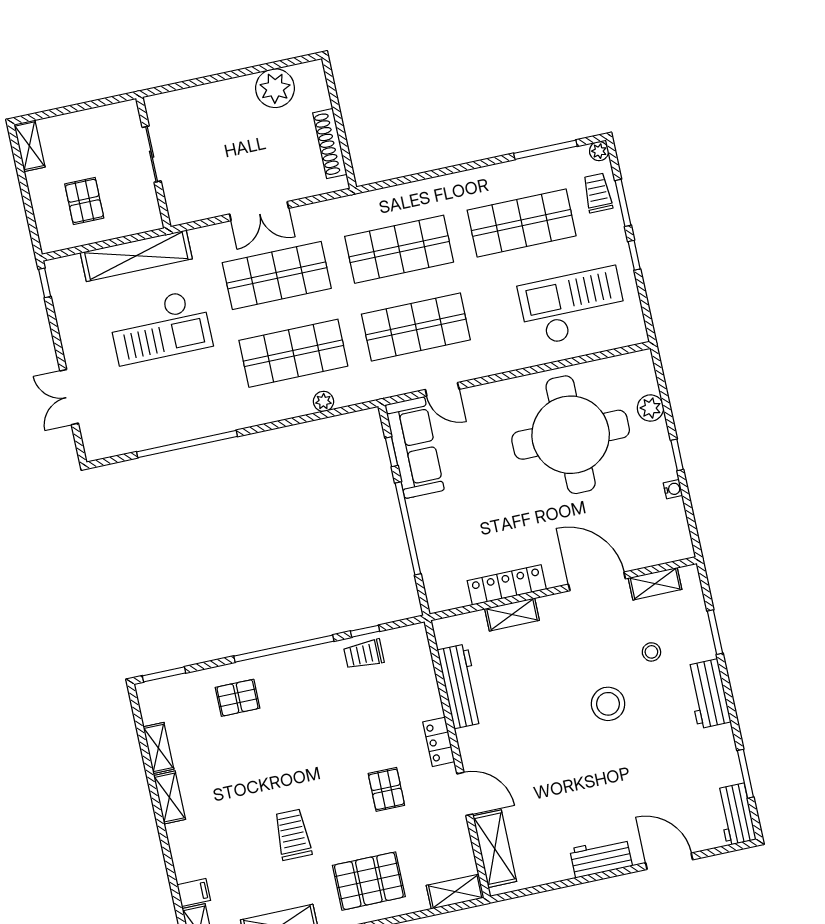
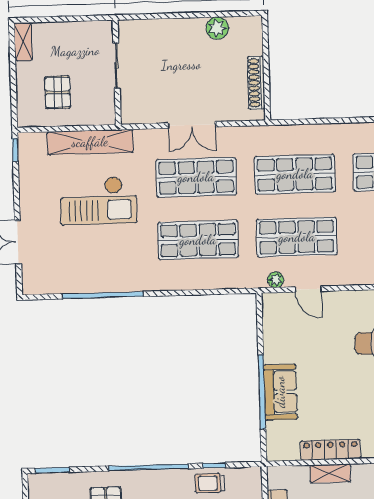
plant: (275, 88) -> (217, 28), width x0.73, depth x0.73
plant: (324, 401) -> (276, 280), moved
sofa: (415, 448) -> (280, 392), moved, width x0.73
window: (391, 452) -> (260, 330), removed

